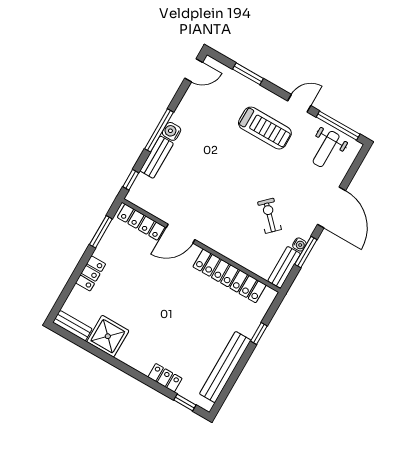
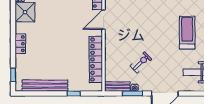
treadmill: (265, 128) -> (187, 33), turned 180
door: (180, 234) -> (103, 20), hinge flipped
locker: (165, 378) -> (20, 44), moved

